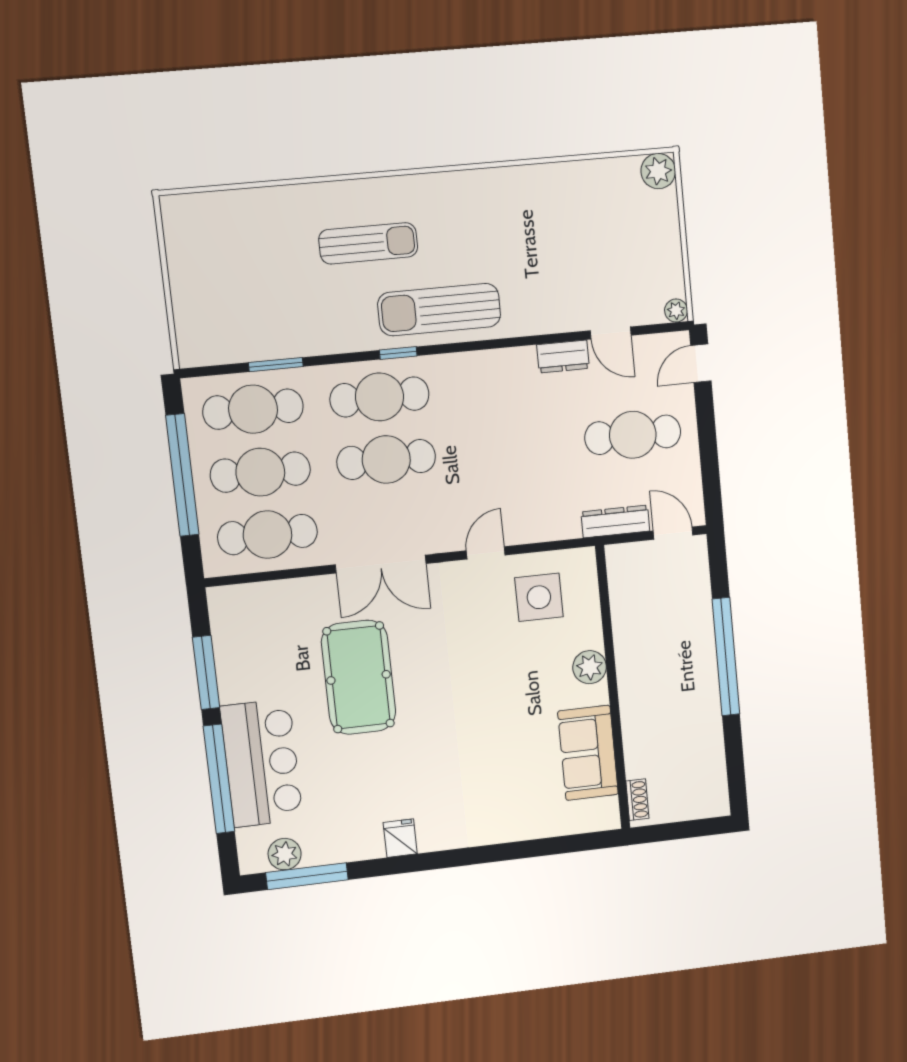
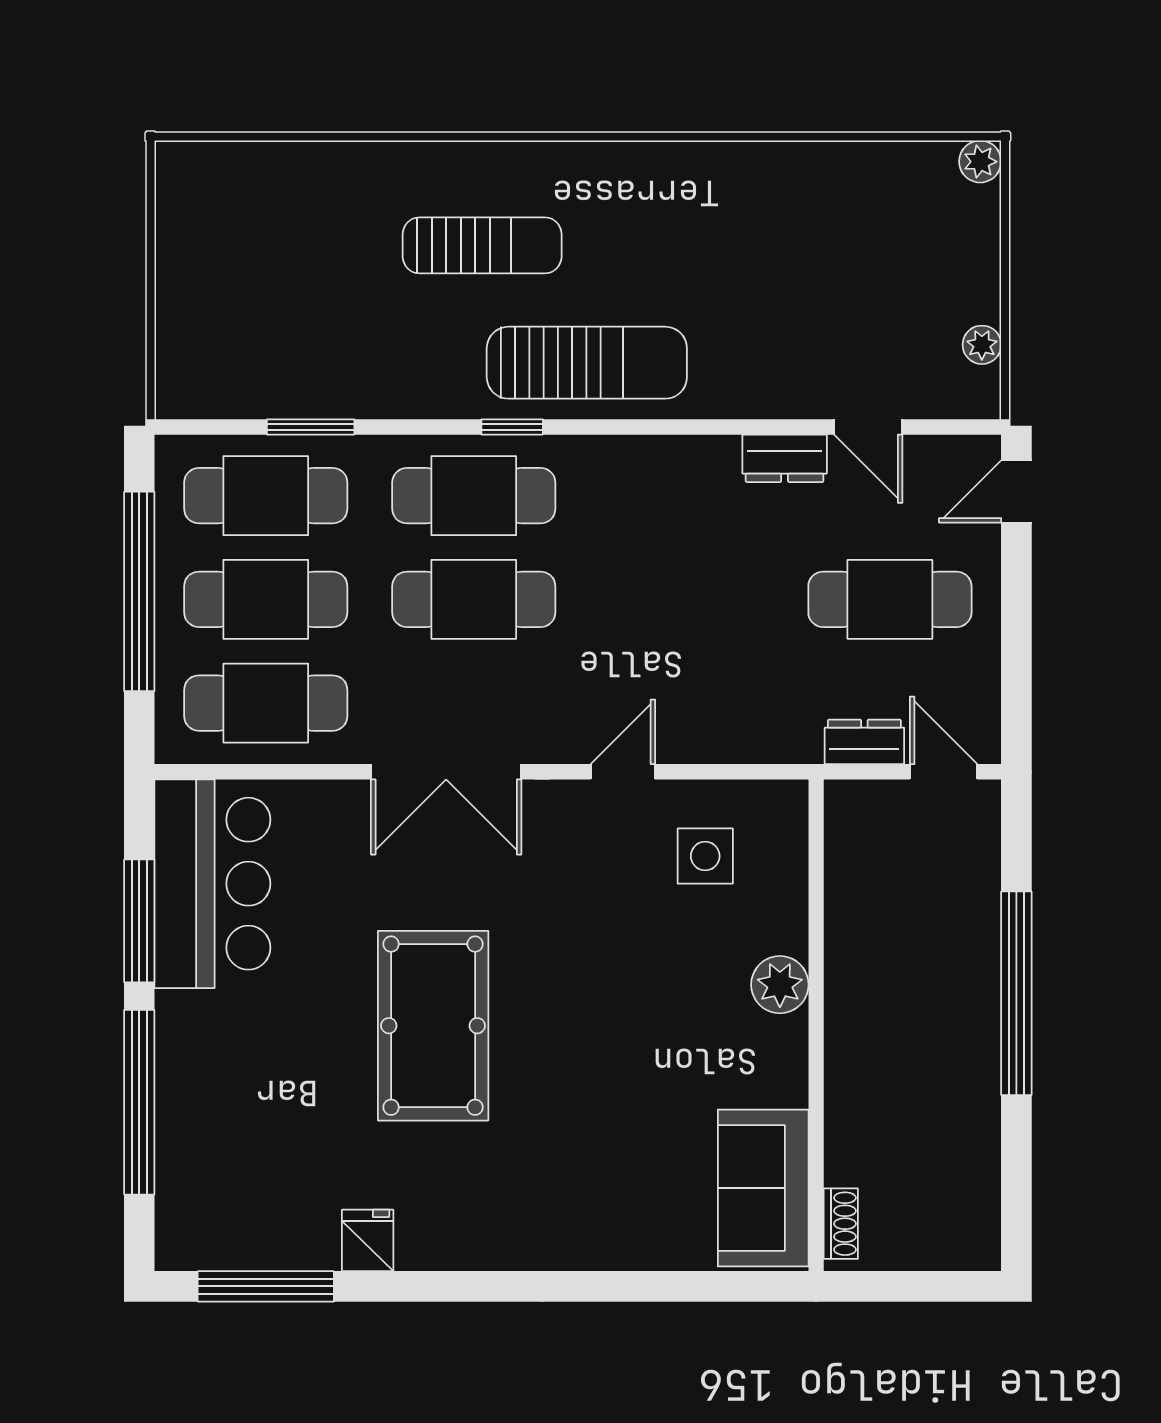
plant: (658, 171) -> (980, 162), width x0.73, depth x0.73
sun lounger: (439, 310) -> (587, 363), turned 180
plant: (676, 311) -> (982, 345), moved
dresser: (615, 521) -> (864, 742), width x0.70
side table: (539, 597) -> (705, 856), width x0.73, depth x0.73
pool table: (359, 677) -> (433, 1026), moved
sofa: (588, 753) -> (763, 1188), moved
bar counter: (262, 763) -> (212, 884), moved
fridge: (400, 838) -> (368, 1240), moved
plant: (285, 854) -> (233, 1244), removed

